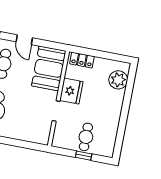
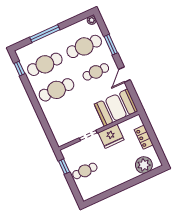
locker: (82, 60) -> (144, 137), moved
window: (84, 156) -> (64, 167), moved

